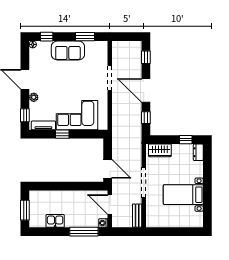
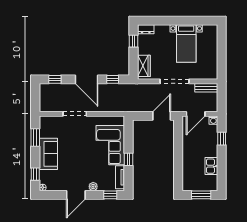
door: (146, 90) -> (87, 79), hinge flipped
window: (84, 232) -> (222, 139), width x0.46

